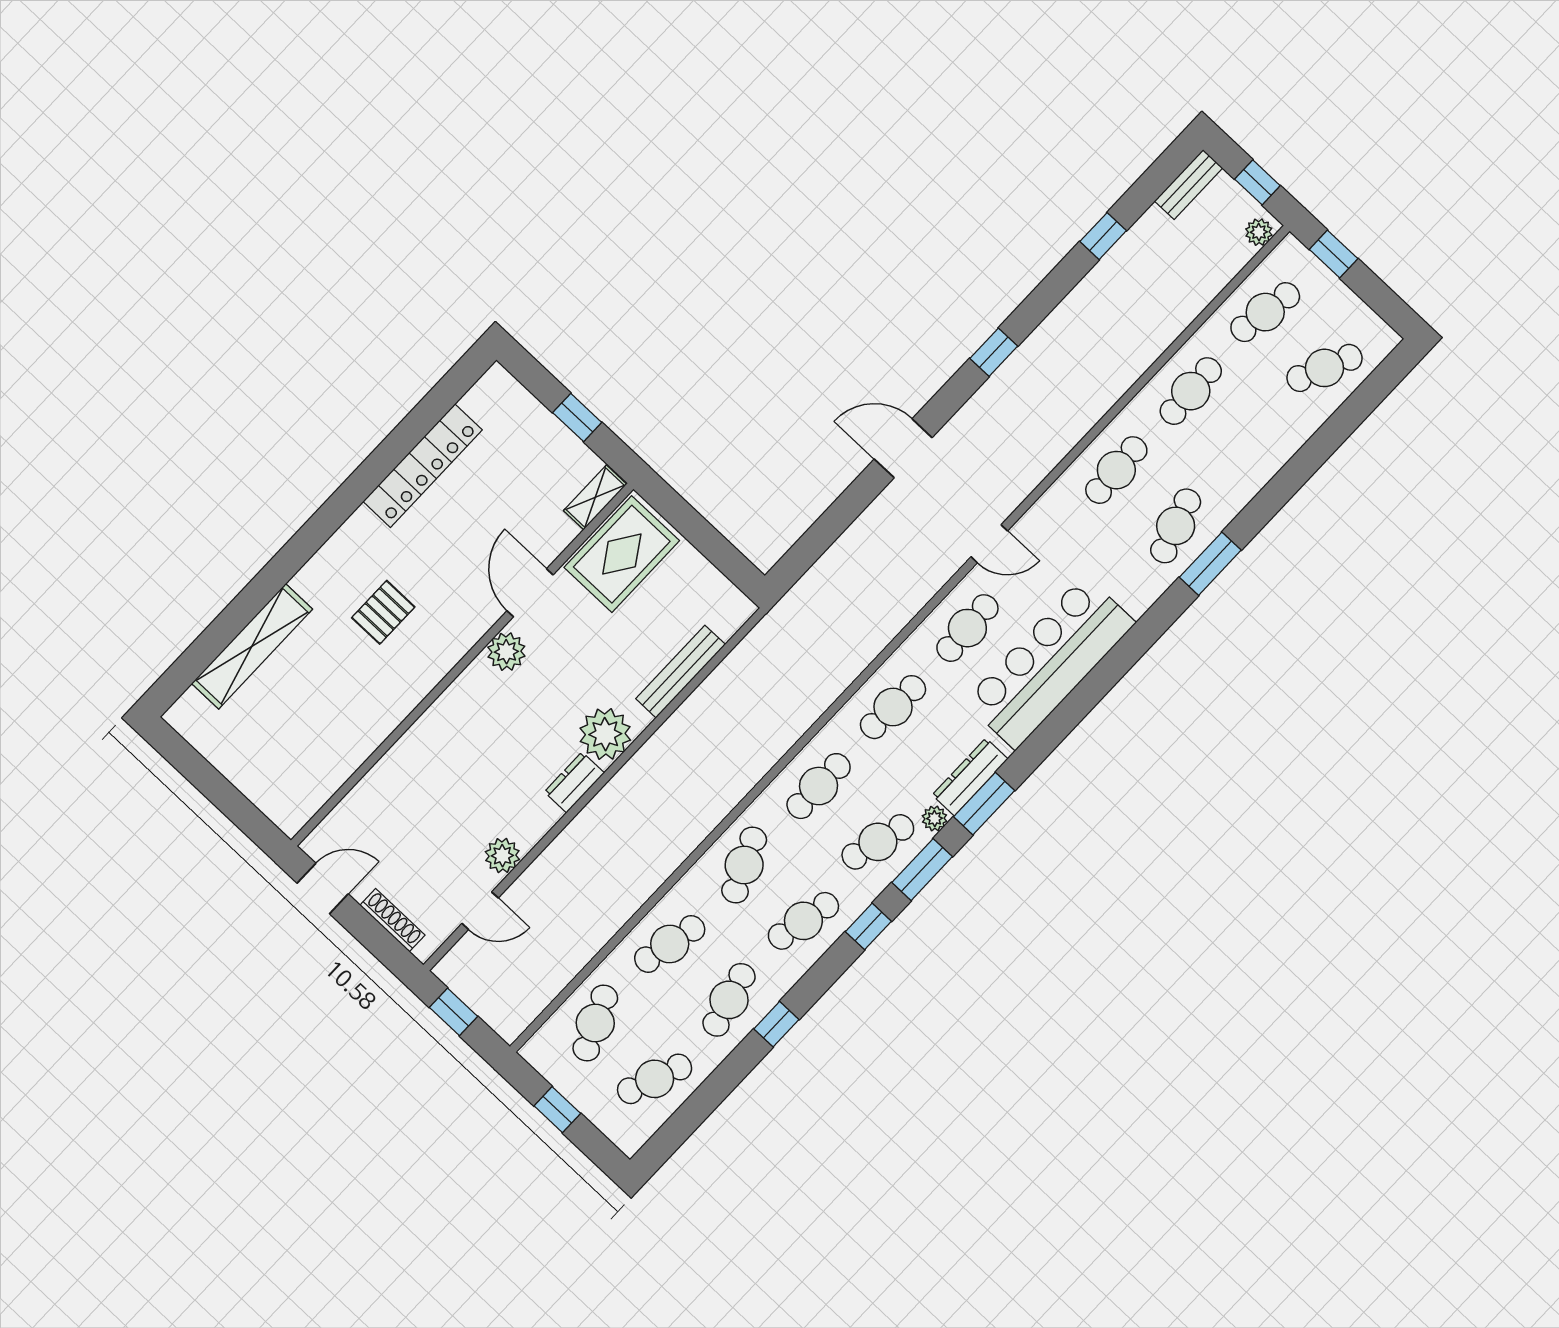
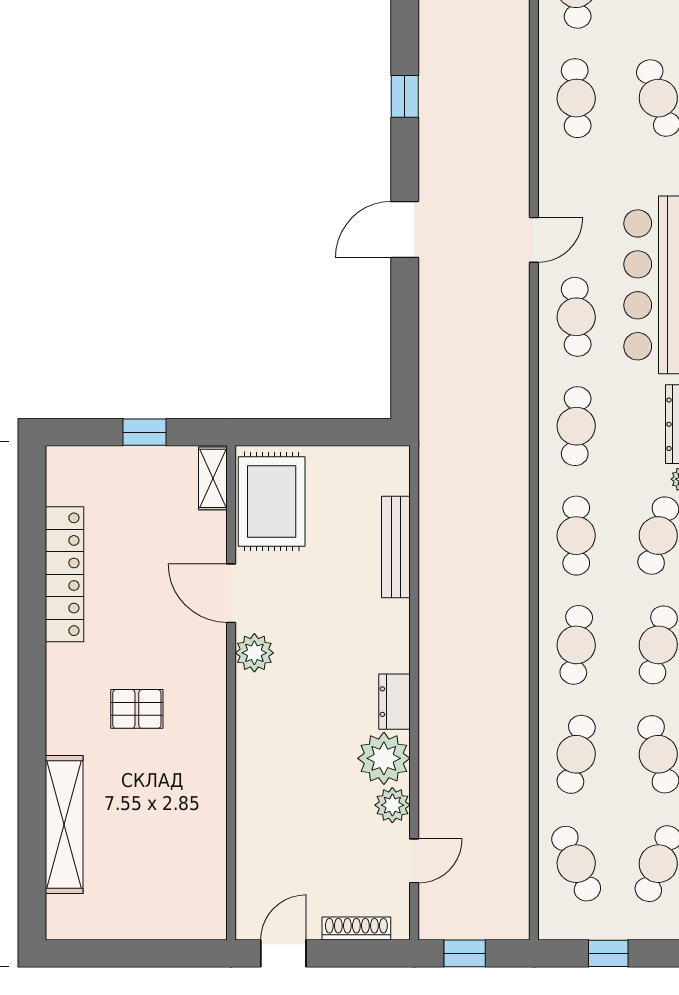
pallet: (383, 612) -> (137, 709), turned 90
plant: (605, 734) -> (384, 758), moved
cafe table: (744, 865) -> (576, 645), turned 30

